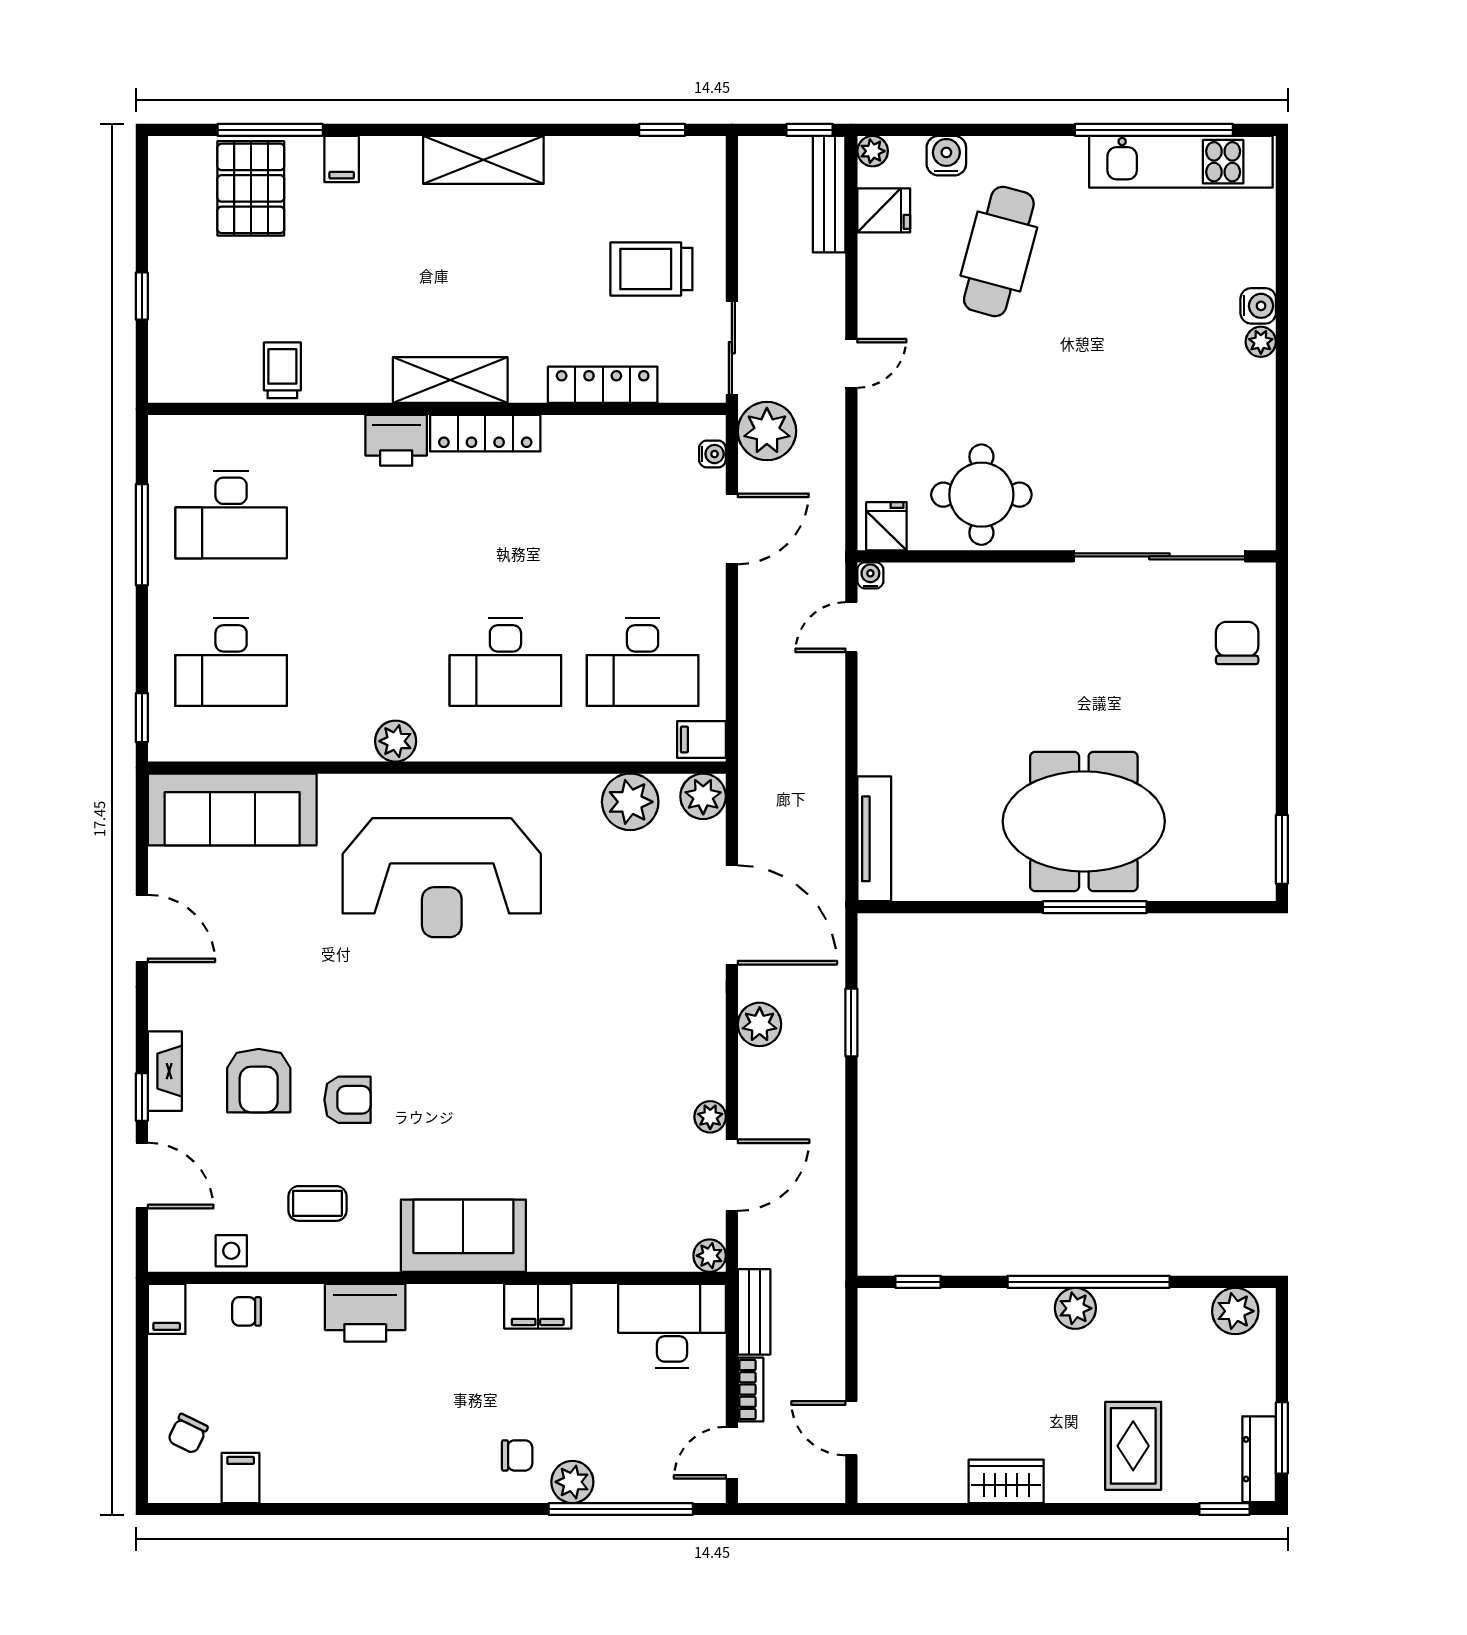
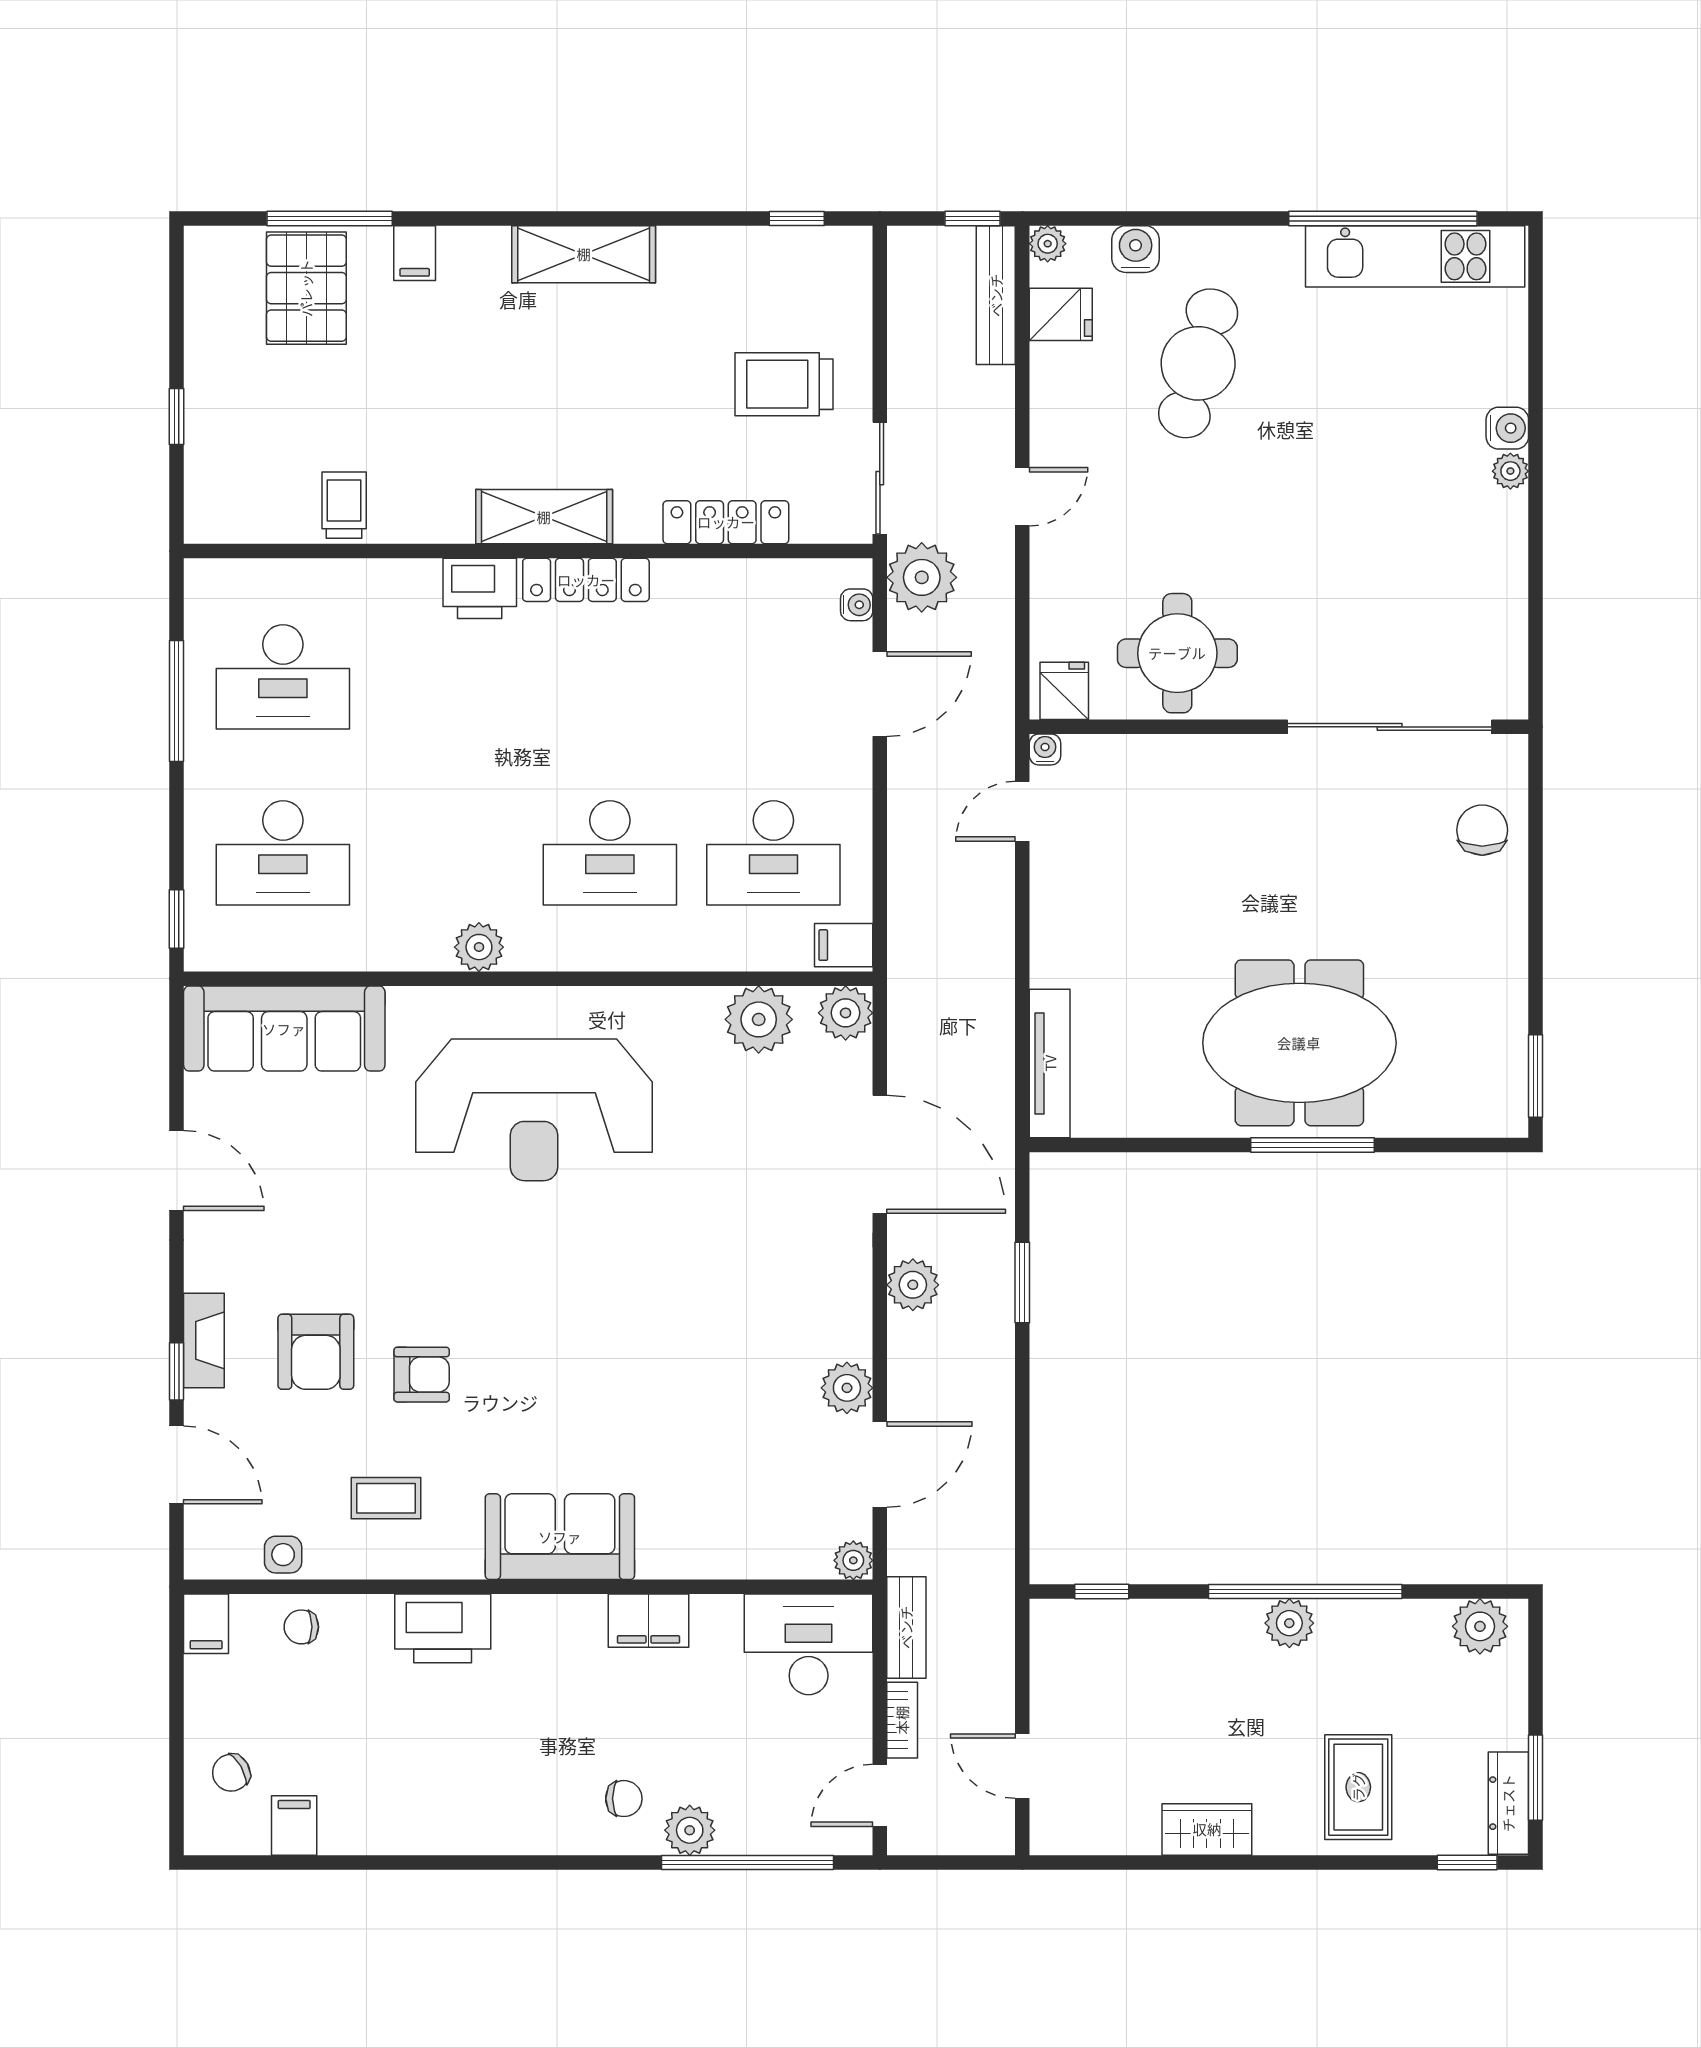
plant: (710, 1117) -> (847, 1388), width x1.38, depth x1.38
chair: (188, 1434) -> (231, 1773), turned 34

